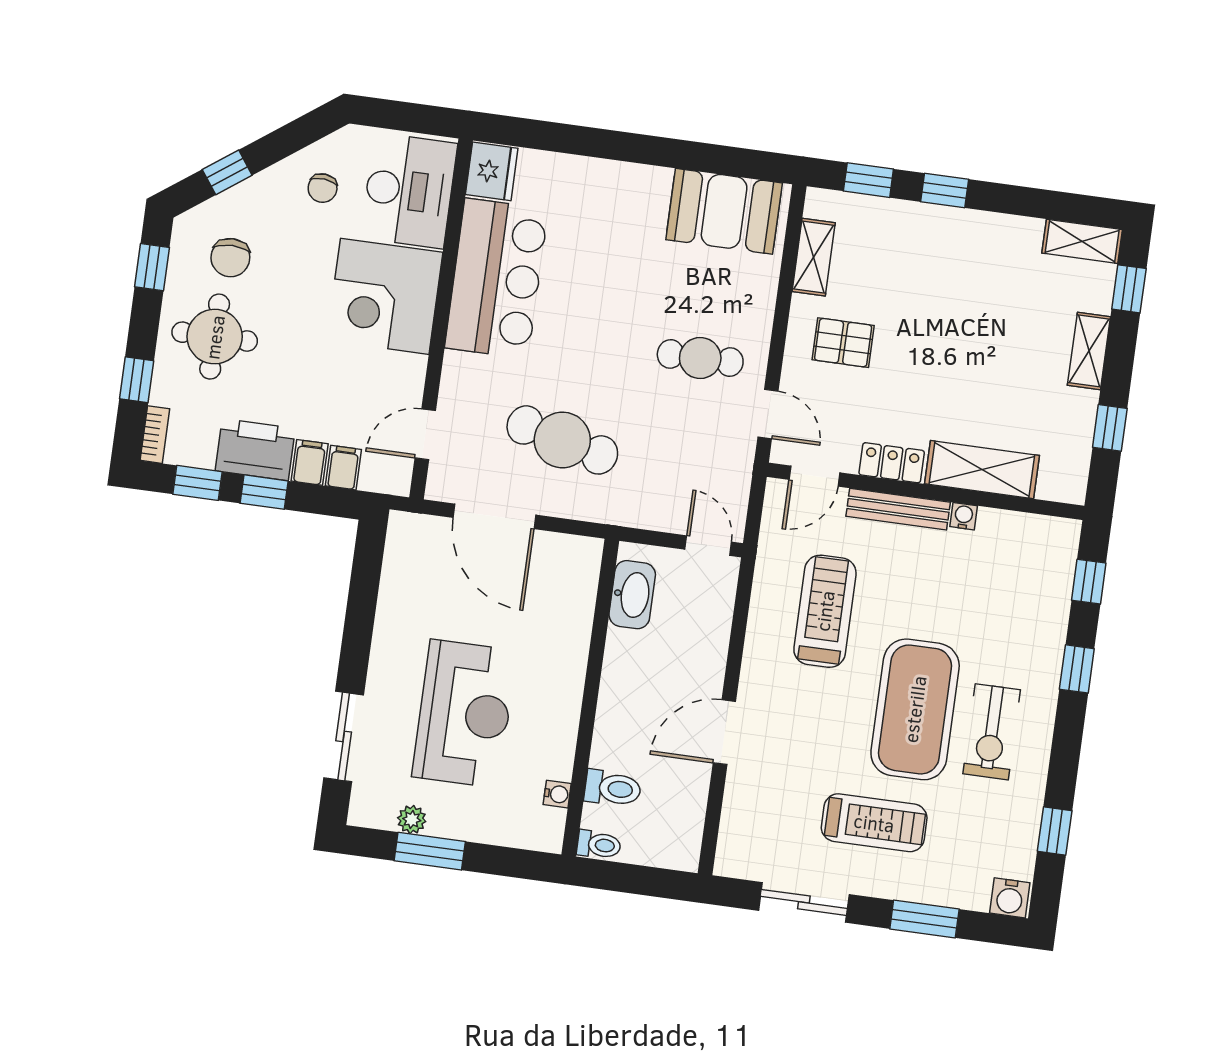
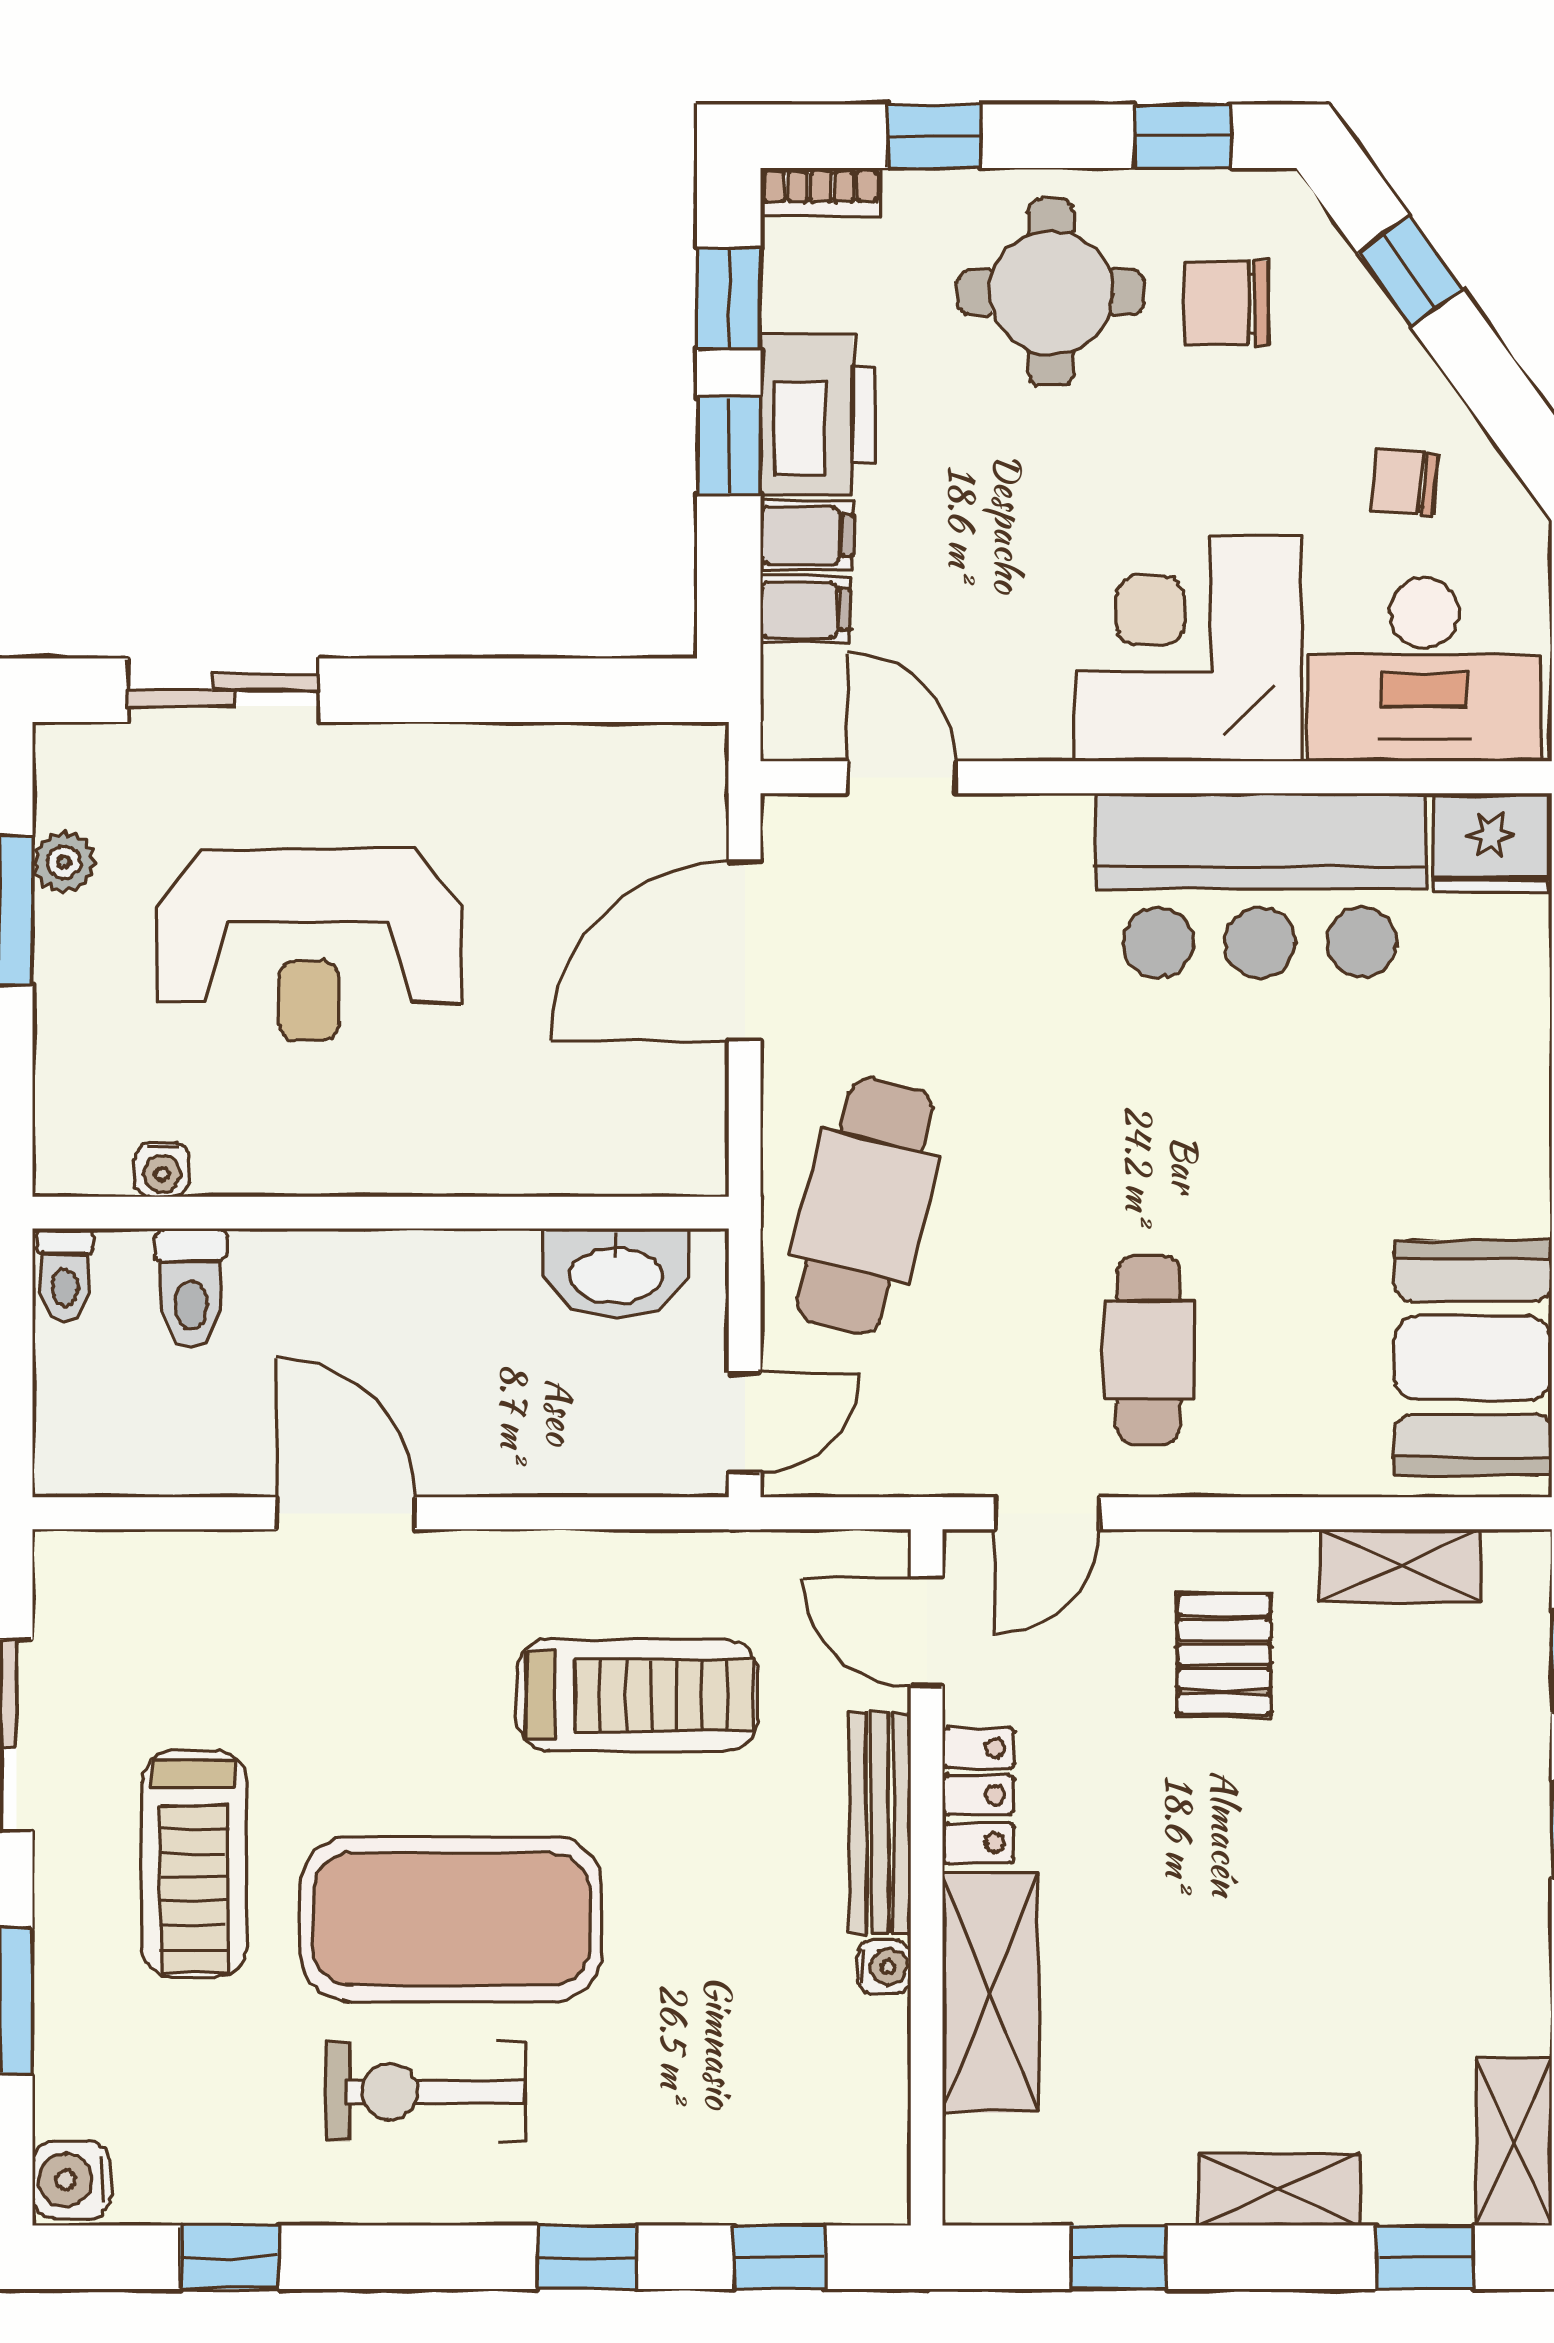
cafe table: (562, 440) -> (865, 1206), moved

